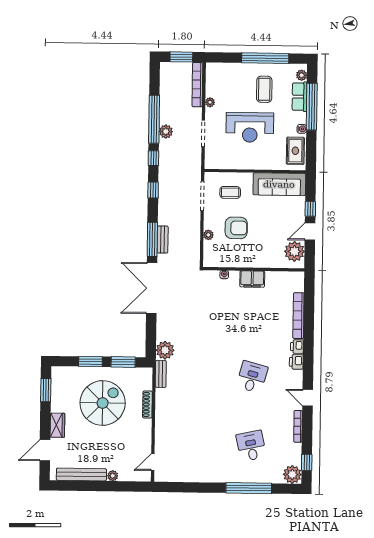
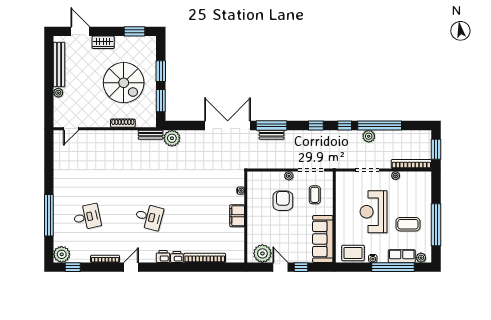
armchair: (236, 228) -> (283, 201), turned 180
plant: (208, 235) -> (289, 176), moved
door: (153, 462) -> (71, 129), swing flipped

